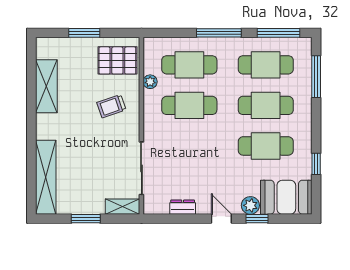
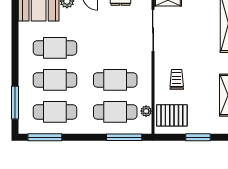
window: (219, 33) -> (124, 137), moved
plant: (150, 82) -> (146, 111), moved
trolley: (111, 106) -> (177, 79), turned -71
window: (316, 164) -> (15, 34), removed

